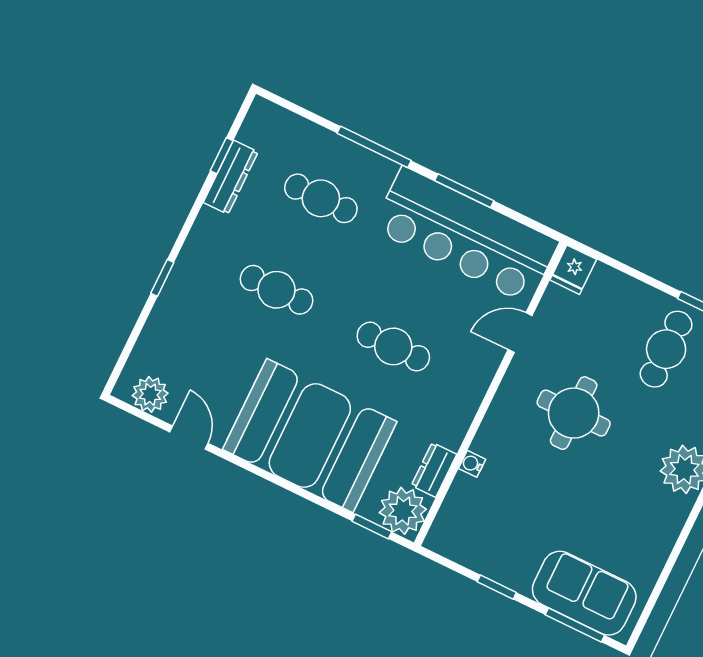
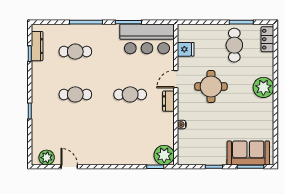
dresser: (231, 177) -> (37, 46), moved
bar counter: (466, 235) -> (147, 39), width x0.73
fridge: (573, 270) -> (186, 49), moved, turned -90
door: (520, 333) -> (176, 79), moved
booth: (310, 436) -> (115, 144), removed
dresser: (434, 470) -> (168, 101), moved

